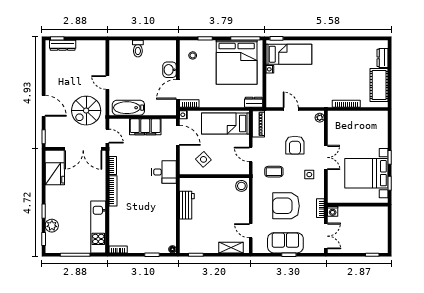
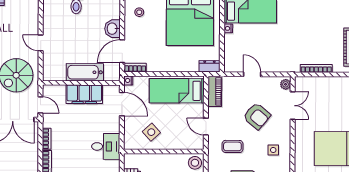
bathtub: (128, 108) -> (85, 72), moved
armchair: (295, 145) -> (257, 116), turned -50
double door: (326, 157) -> (293, 105), moved

